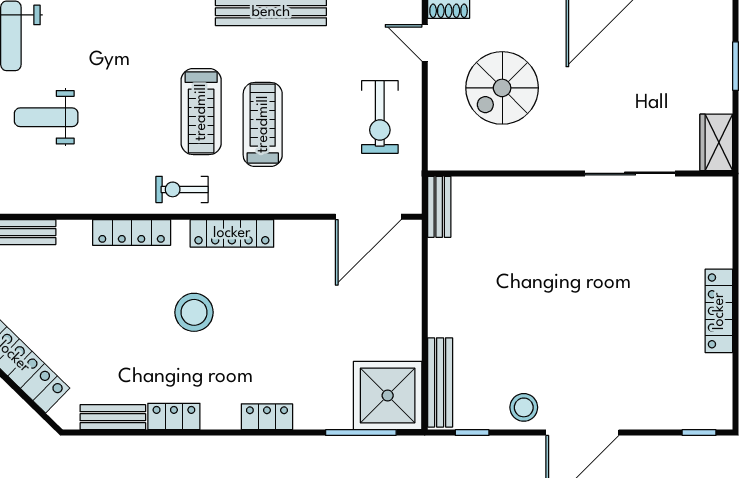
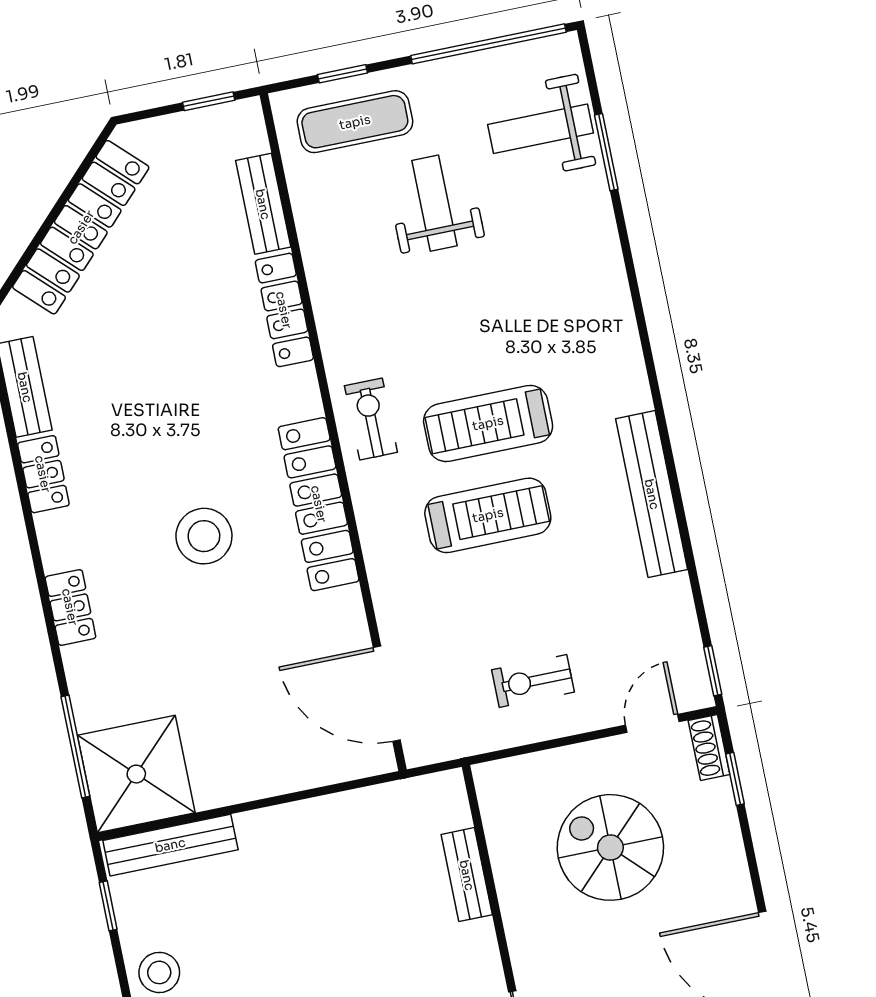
exercise bike: (380, 117) -> (533, 681), width x0.73, depth x0.72
bench: (439, 207) -> (467, 875), moved, turned 90
locker: (132, 232) -> (284, 310), moved
locker: (232, 233) -> (319, 504), width x1.41, depth x1.21
stool: (194, 312) -> (204, 536), moved

